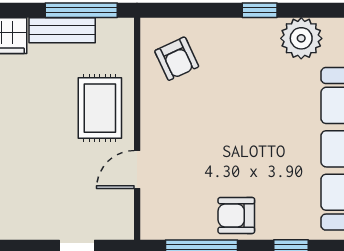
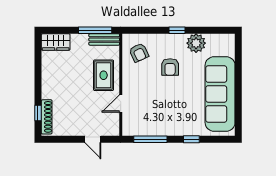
bench: (62, 30) -> (104, 39), moved
armchair: (236, 215) -> (170, 67), moved, turned -90

